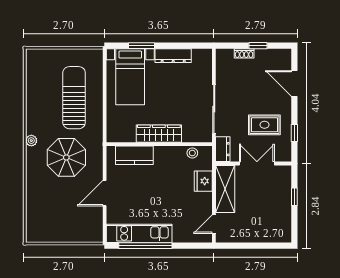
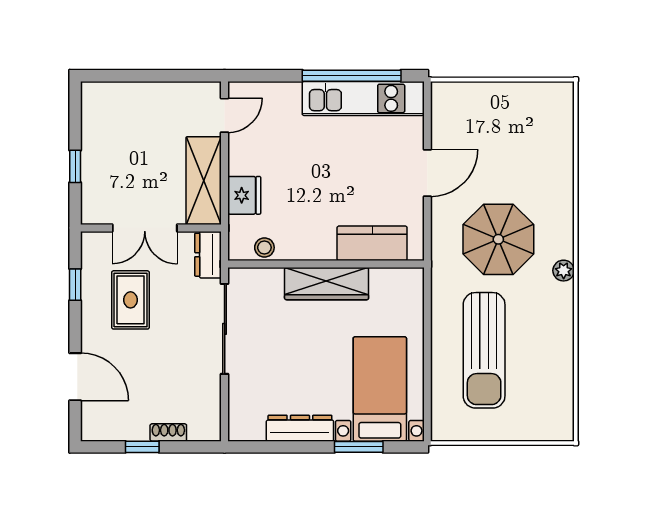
rug: (264, 125) -> (130, 300), turned 90

